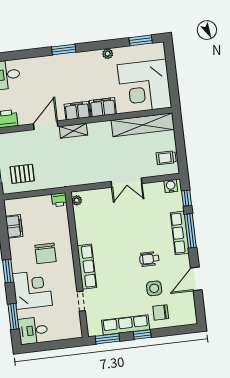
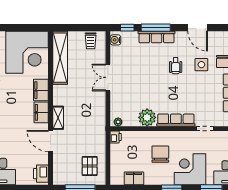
double door: (126, 183) -> (108, 77), swing flipped
plant: (86, 233) -> (147, 117), added
chair: (46, 253) -> (160, 154), turned -90

